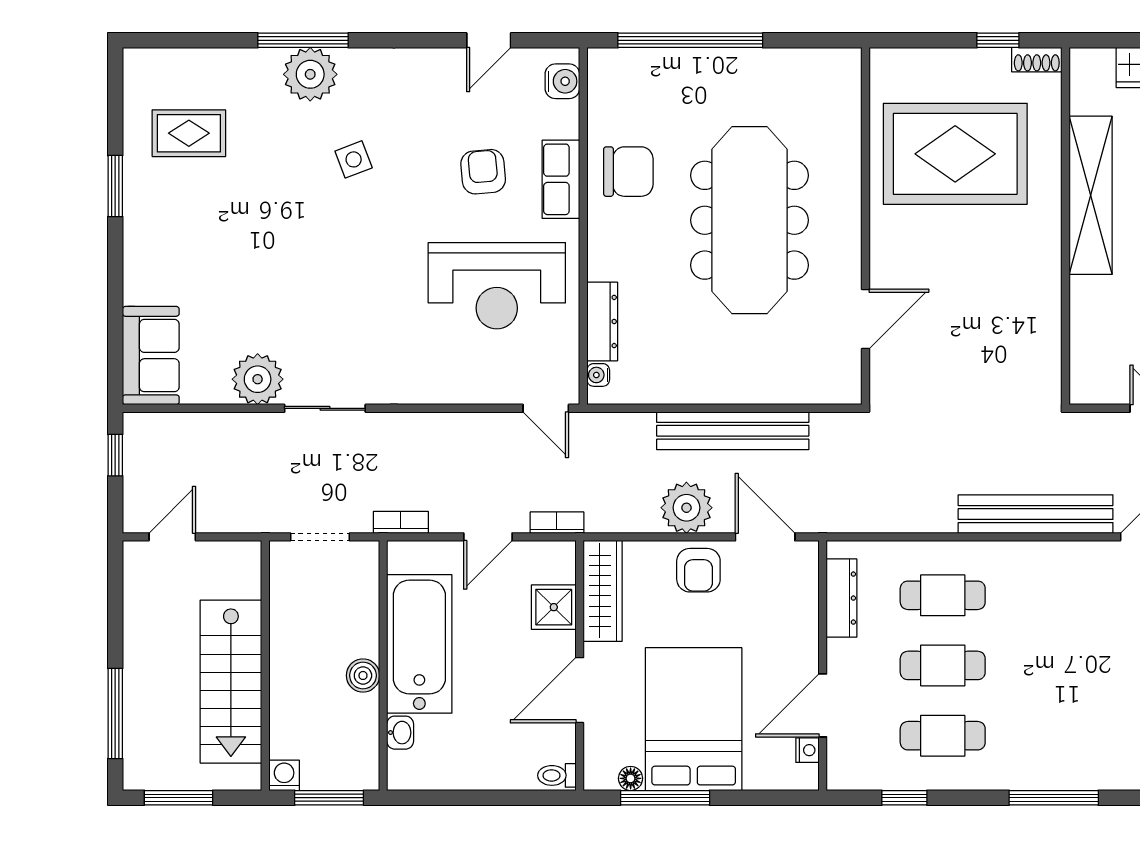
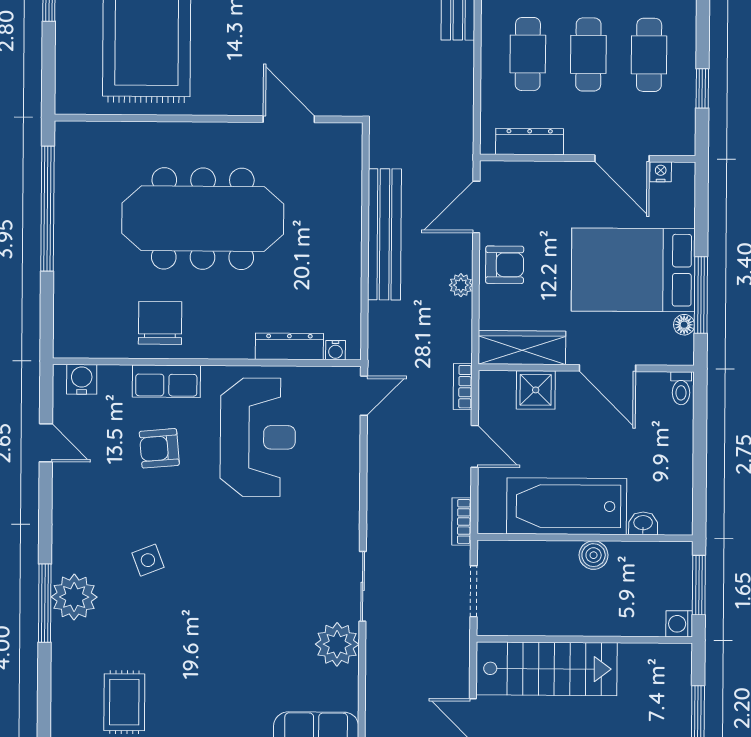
window: (690, 40) -> (48, 209), moved
plant: (686, 508) -> (461, 285), width x0.53, depth x0.53
stairs: (231, 682) -> (547, 669), moved

